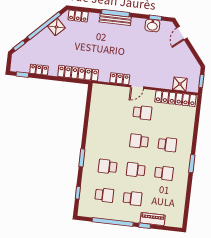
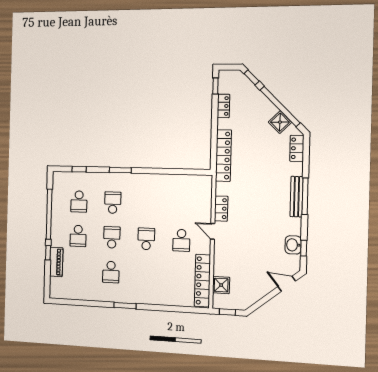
school desk: (167, 144) -> (145, 274), removed

